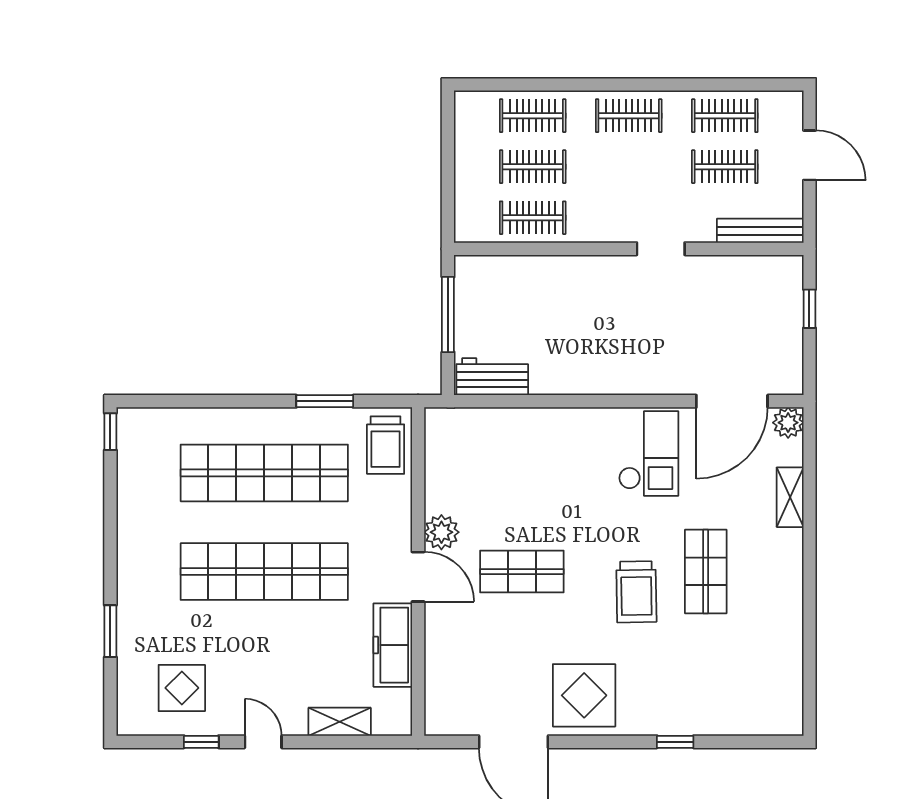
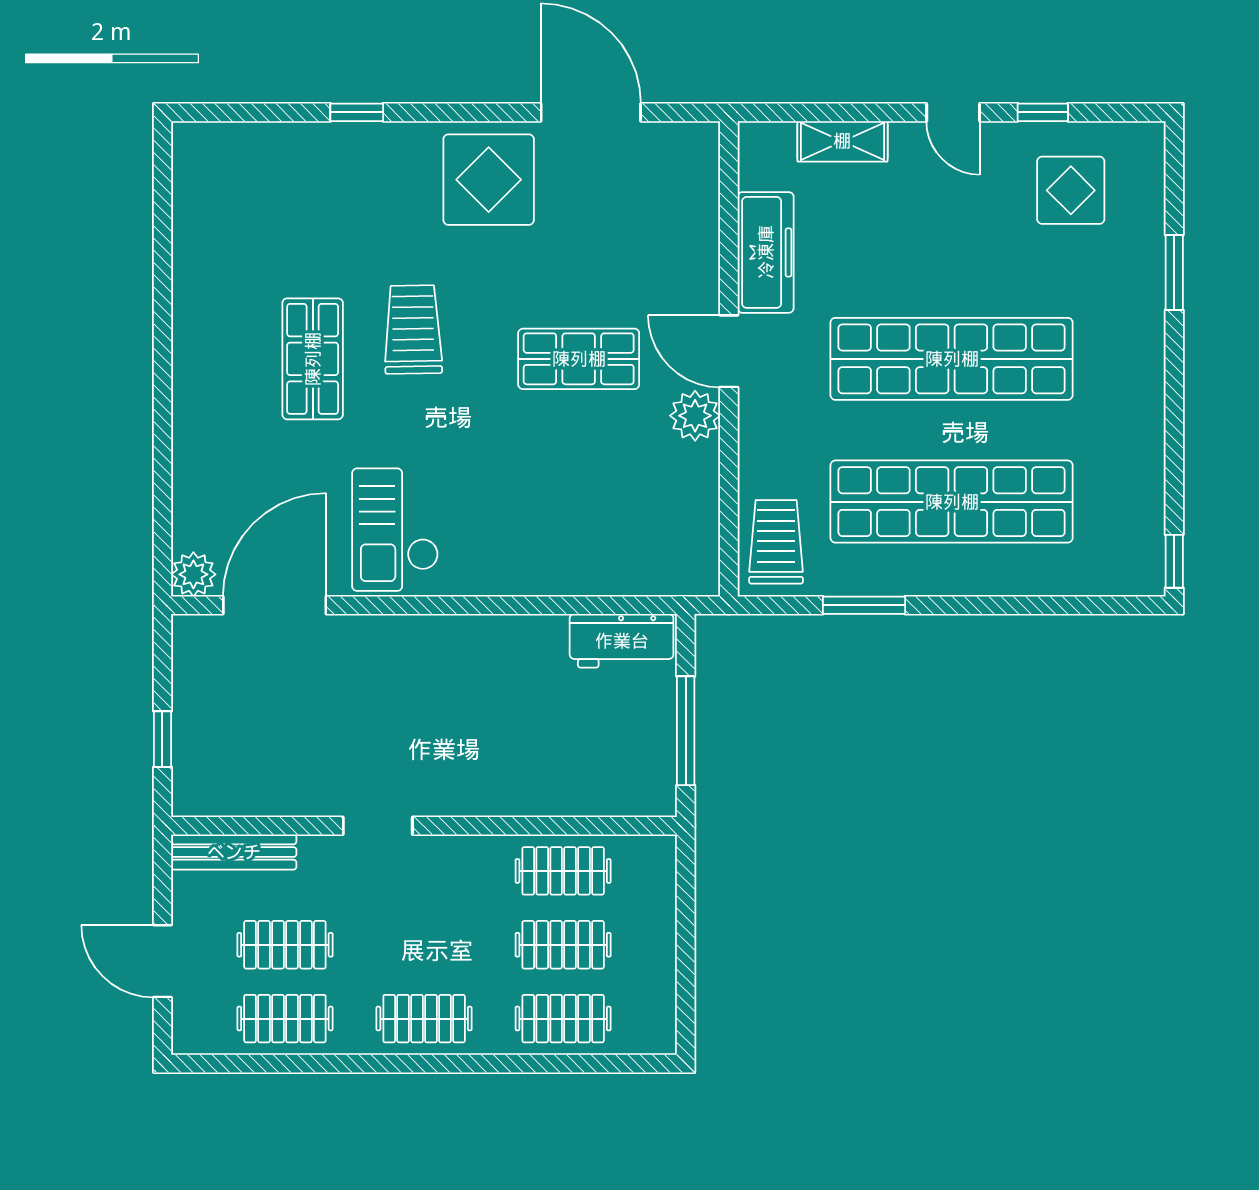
shelving: (790, 497) -> (191, 466), removed

